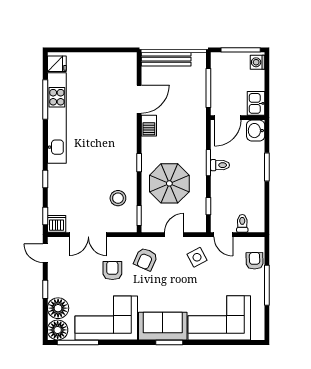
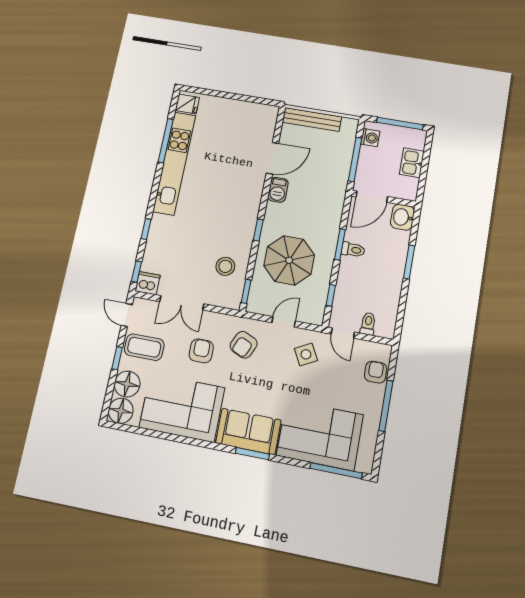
washing machine: (257, 62) -> (370, 138), moved, turned 180
kitchen sink: (256, 103) -> (412, 163), moved
coffee table: (65, 276) -> (144, 347), added
window: (78, 342) -> (336, 471), moved

